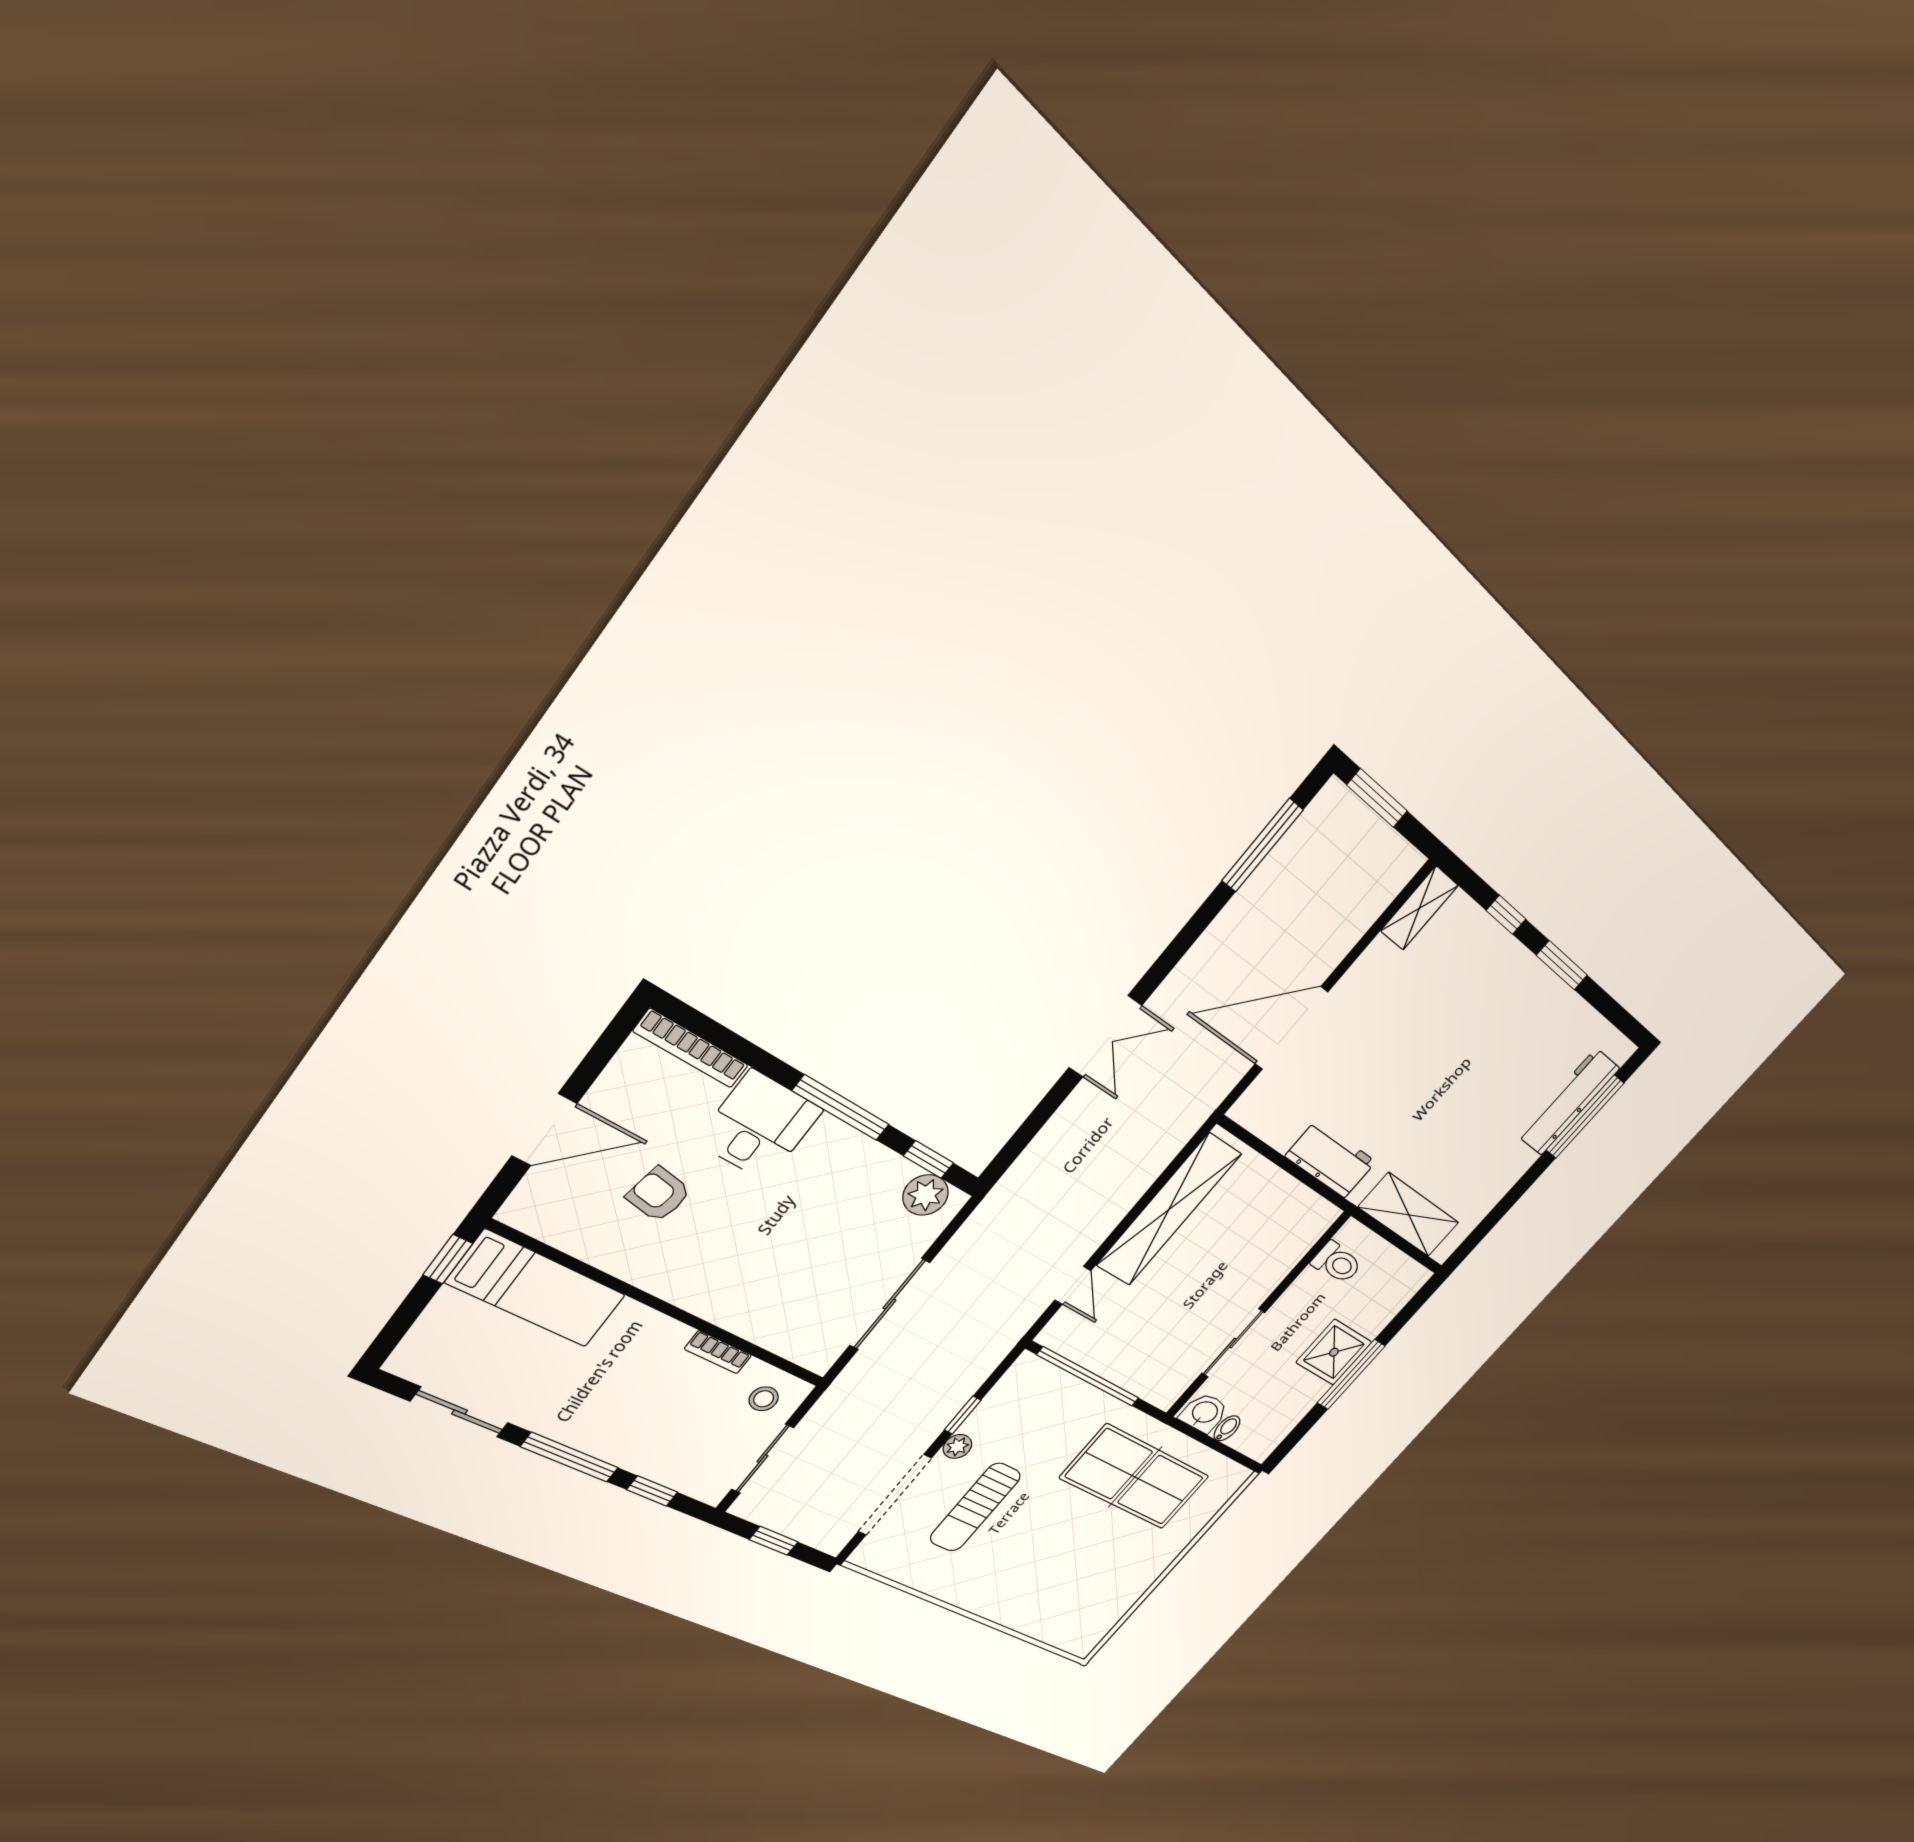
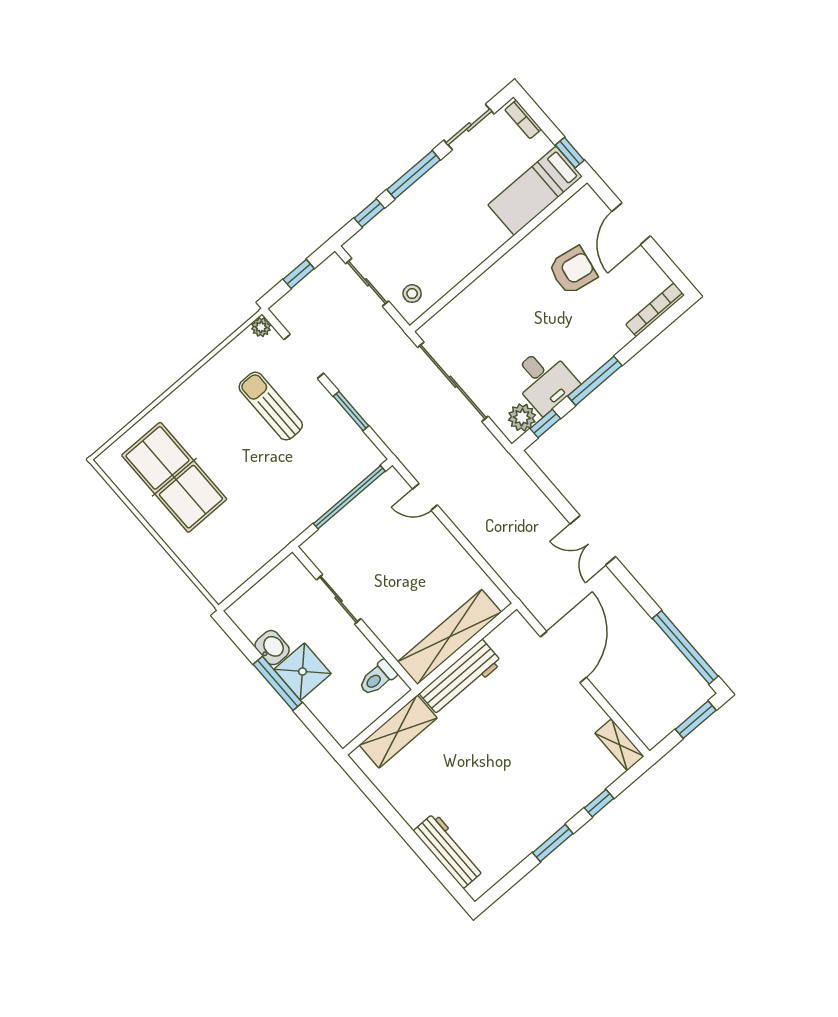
window: (1262, 845) -> (685, 647), width x1.46
window: (1585, 1117) -> (433, 863), removed
desk: (759, 1126) -> (544, 380), moved
workbench: (1331, 1159) -> (461, 678), width x1.38
armchair: (659, 1194) -> (573, 271), width x1.38, depth x1.38
shelving: (1169, 1210) -> (450, 637), moved, turned 90
sliding door: (890, 1304) -> (453, 382), width x1.36
bookcase: (718, 1352) -> (523, 119), moved, turned -90
washbasin: (1204, 1413) -> (272, 648), moved, turned -90
window: (963, 1415) -> (351, 411), width x1.50
bidet: (1227, 1428) -> (267, 588), removed
plant: (957, 1446) -> (261, 327), moved
table tennis table: (1135, 1477) -> (174, 477), moved, turned 90
doorway: (895, 1495) -> (304, 356), width x0.73

